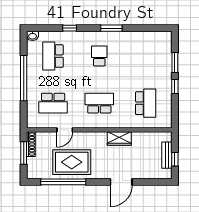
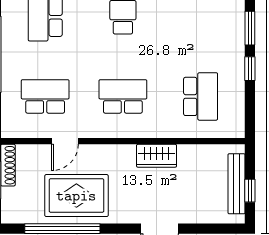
school desk: (53, 103) -> (45, 96), turned 180
bench: (167, 155) -> (237, 184), width x1.36

